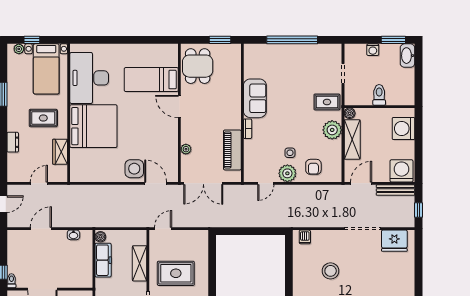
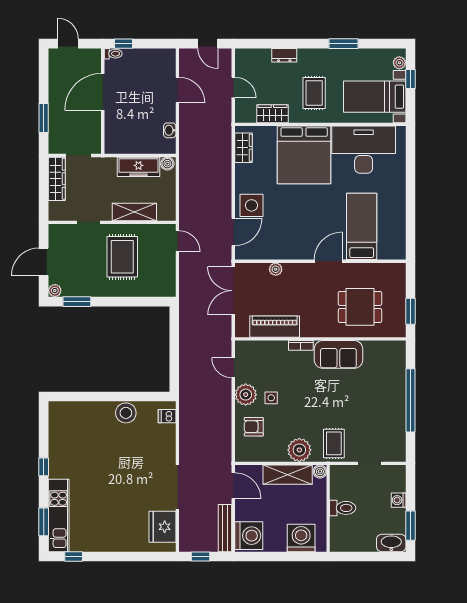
dining table: (198, 66) -> (360, 307), moved
wardrobe: (88, 175) -> (243, 148), added
stool: (331, 271) -> (126, 413), moved

